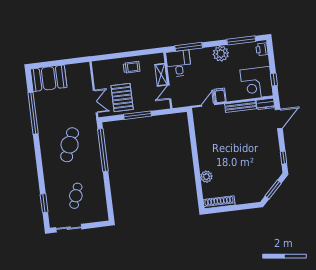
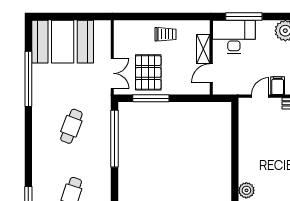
desk: (179, 63) -> (234, 37), width x1.37
booth: (49, 78) -> (63, 42), width x1.36, depth x1.42
window: (138, 115) -> (151, 98), moved
cafe table: (70, 145) -> (71, 126), width x0.73, depth x0.74

